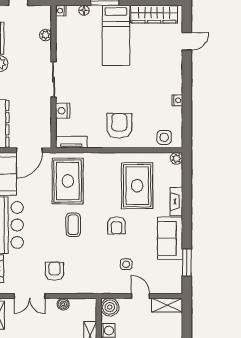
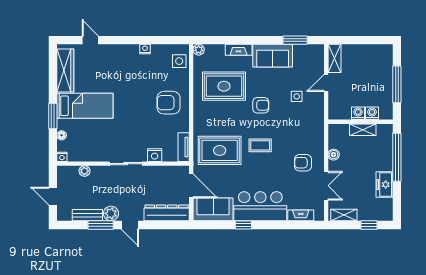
boiler: (110, 307) -> (336, 111), removed

